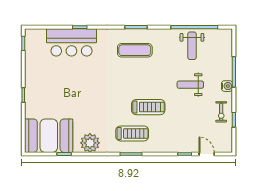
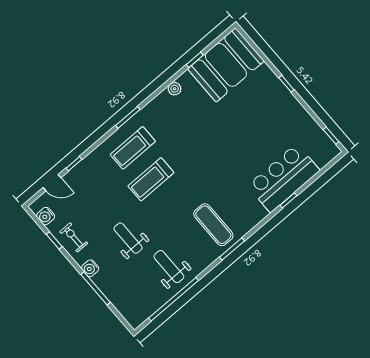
weight bench: (192, 46) -> (169, 267), moved
exercise mat: (135, 50) -> (213, 225), turned 90
weight bench: (190, 85) -> (128, 238), turned -90
treadmill: (132, 133) -> (133, 148), moved
water cooler: (227, 138) -> (46, 216), added
plant: (90, 143) -> (175, 89), width x0.53, depth x0.53

